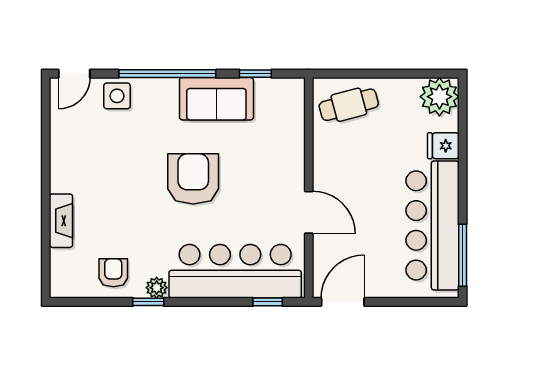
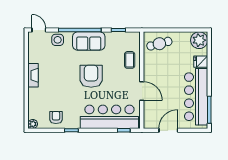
door: (74, 74) -> (39, 30), swing flipped
sofa: (216, 99) -> (89, 41), moved
coffee table: (281, 142) -> (130, 60), added
fireplace: (61, 221) -> (33, 75), moved
plant: (157, 288) -> (33, 124), moved
door: (343, 302) -> (168, 130), moved

